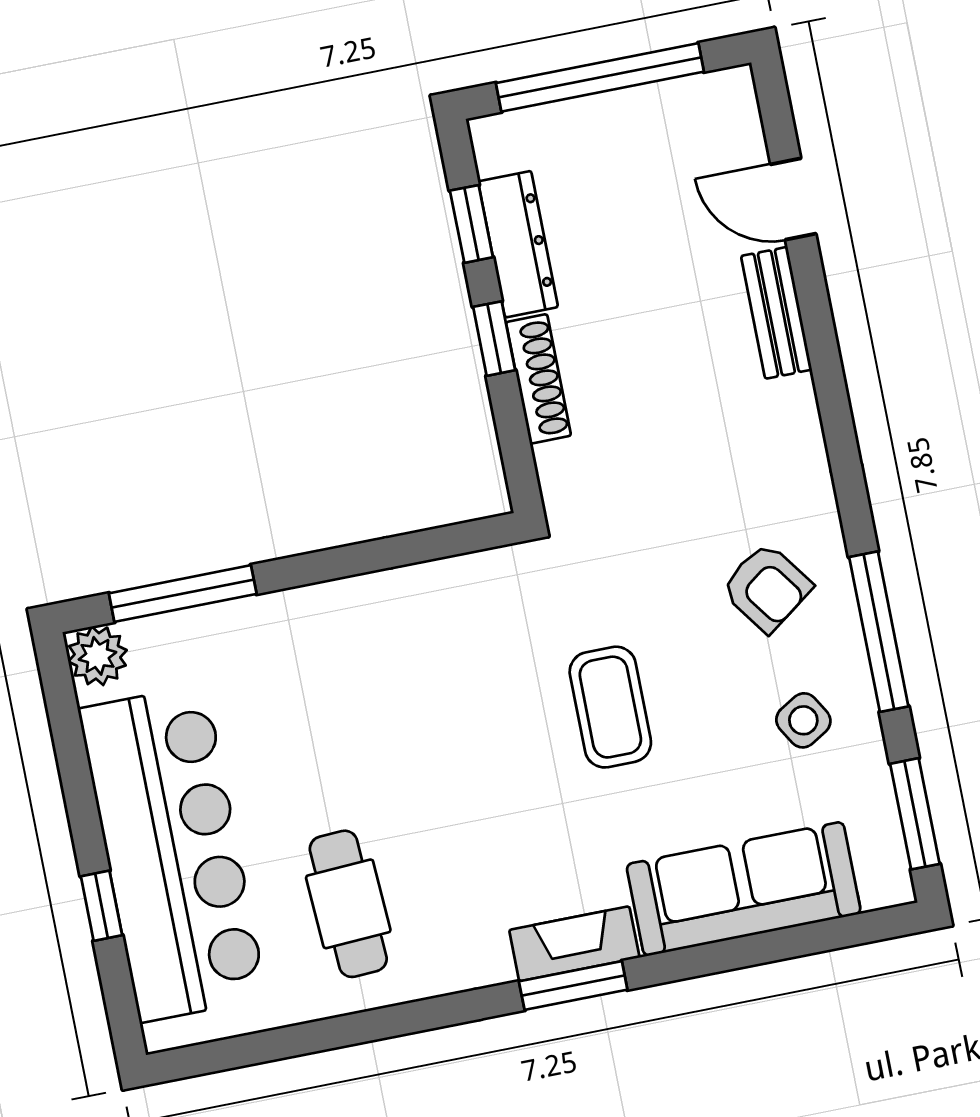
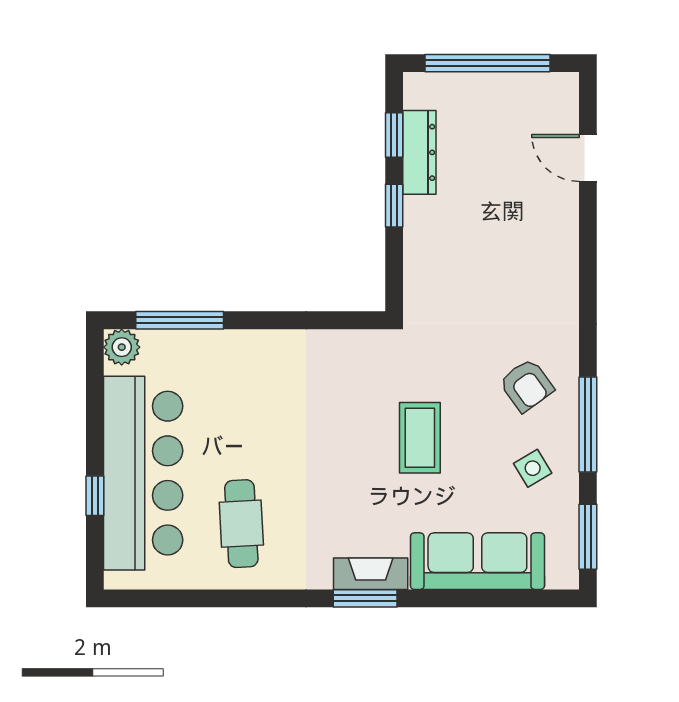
bench: (776, 313) -> (565, 223), removed
shoe rack: (538, 379) -> (416, 235), removed

